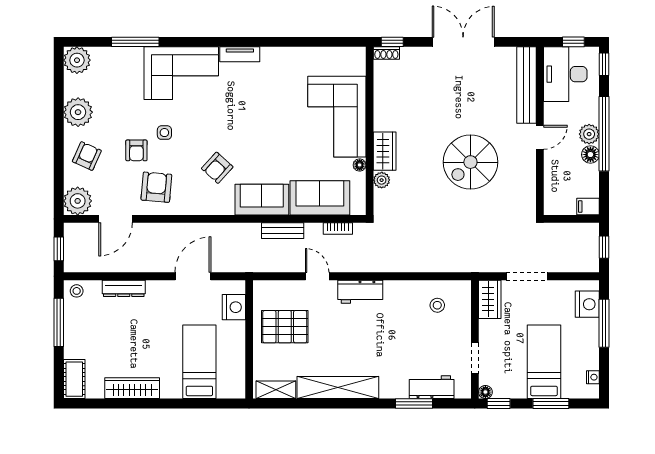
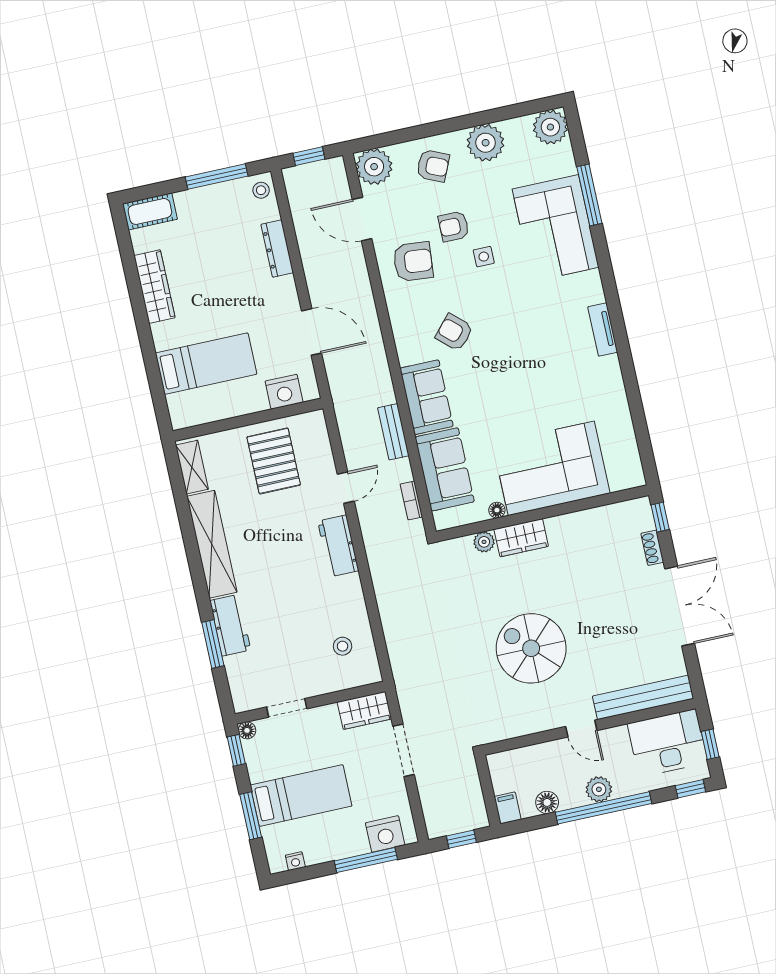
shoe rack: (386, 53) -> (652, 548), moved
corner sofa: (181, 73) -> (556, 228), moved
floor lamp: (590, 155) -> (547, 802), moved
workbench: (432, 387) -> (230, 625), moved

